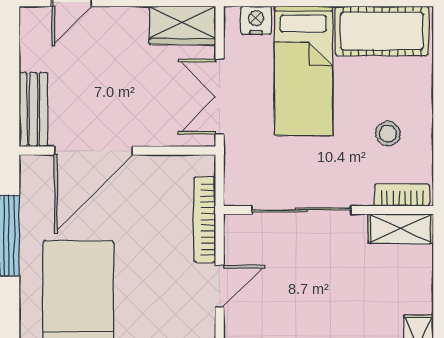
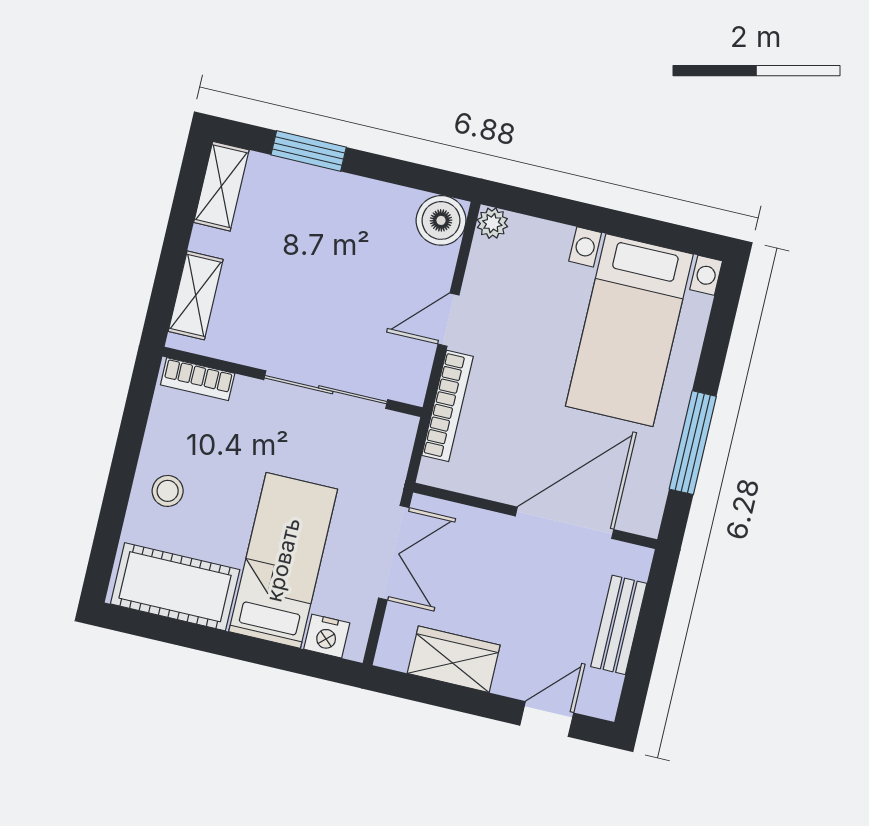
wardrobe: (182, 25) -> (454, 659), moved
bench: (33, 110) -> (619, 625), moved
stool: (388, 133) -> (168, 491), moved
shelving: (401, 229) -> (196, 295), moved, turned 90

